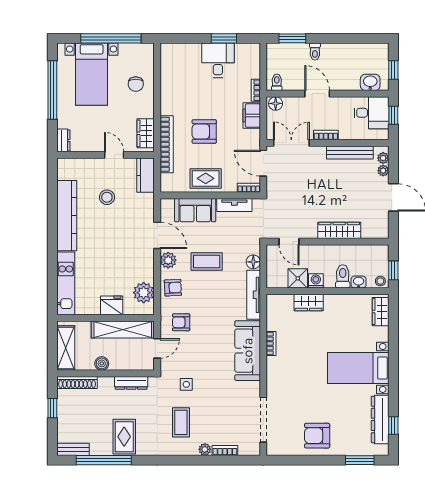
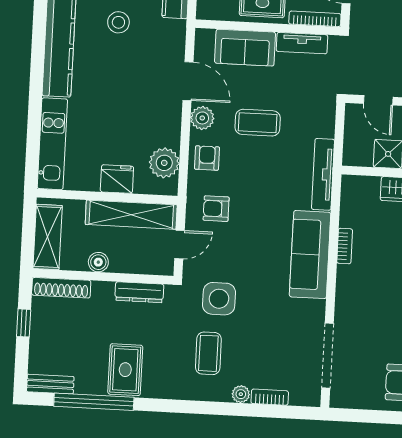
bookcase: (249, 188) -> (315, 19), width x1.56
floor lamp: (253, 262) -> (325, 127), removed
armchair: (173, 288) -> (207, 158), turned -87
side table: (186, 384) -> (219, 299), width x1.87, depth x1.87

